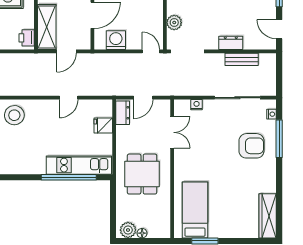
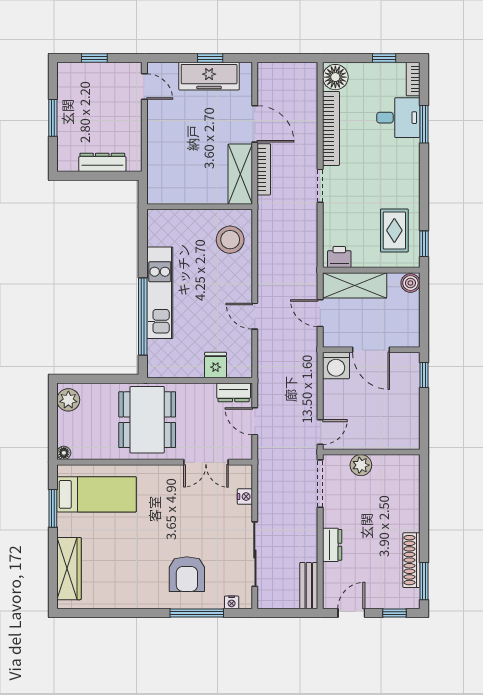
washing machine: (116, 40) -> (336, 366), moved, turned 90
bench: (242, 59) -> (309, 586), moved
kitchen unit: (79, 165) -> (160, 293), moved
dining table: (142, 174) -> (147, 420), width x1.38
wardrobe: (268, 216) -> (69, 569), moved, turned 90
floor lamp: (142, 233) -> (64, 453), moved

